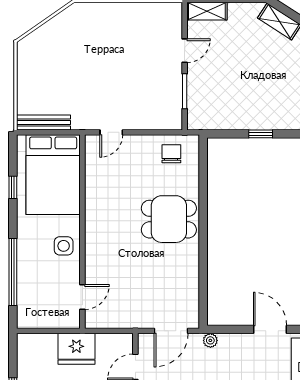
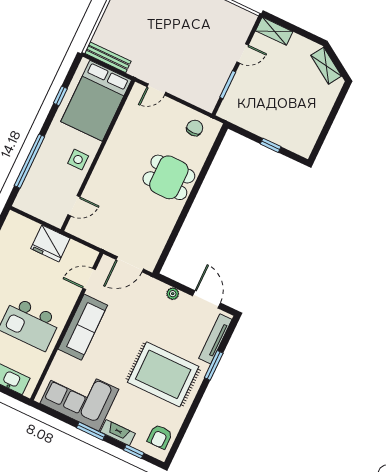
plant: (210, 340) -> (173, 294), moved

